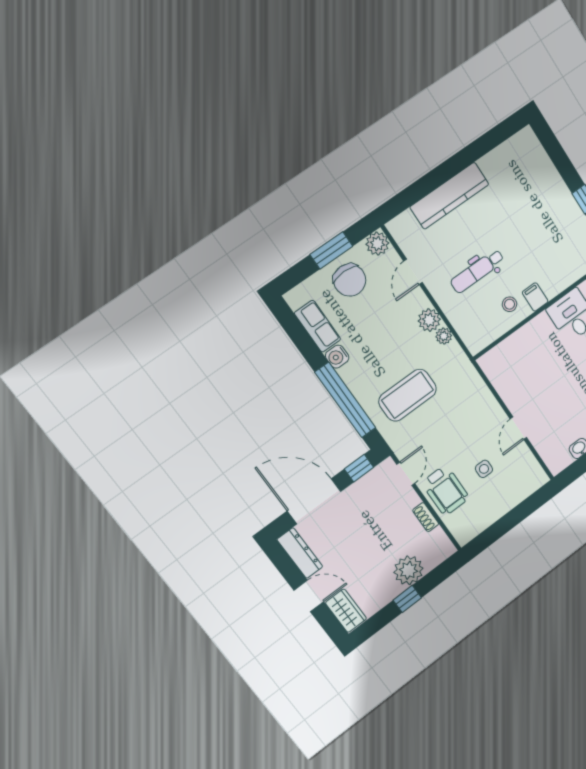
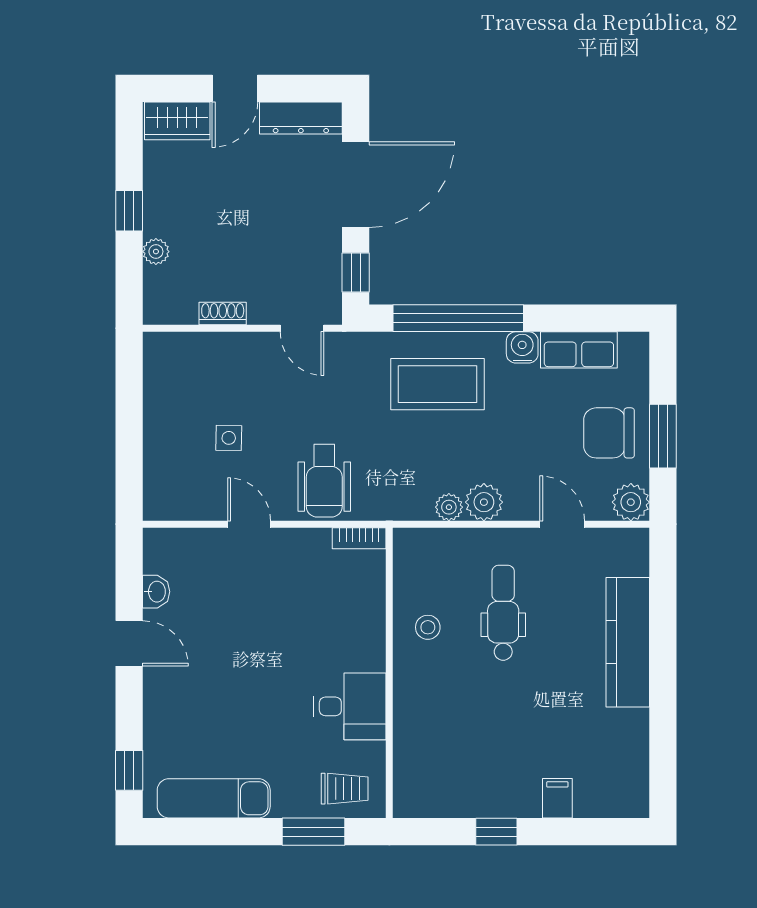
filing cabinet: (535, 297) -> (557, 798), moved, turned -90
bookcase: (489, 370) -> (359, 538), added
coffee table: (408, 395) -> (438, 384), moved, turned 90
wheelchair: (445, 490) -> (324, 481), moved, turned -90
plant: (408, 570) -> (156, 252), width x0.53, depth x0.53

